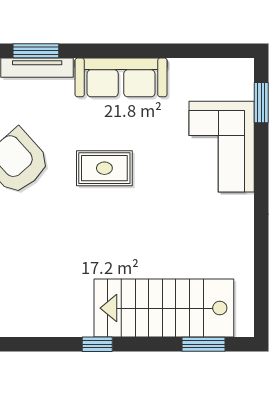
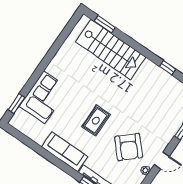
rug: (104, 168) -> (96, 121), turned 90
window: (97, 344) -> (168, 68), moved

